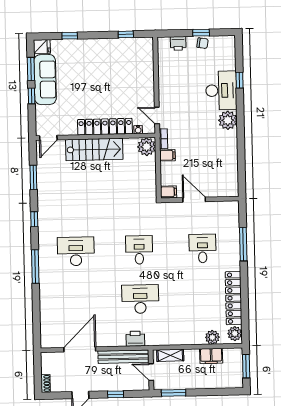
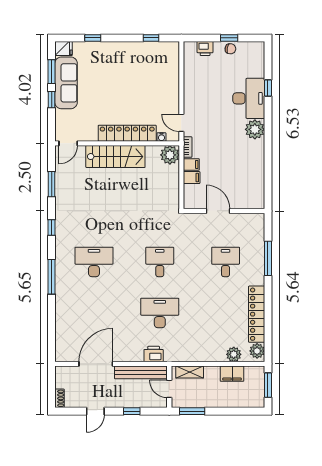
filing cabinet: (169, 192) -> (192, 178), moved

